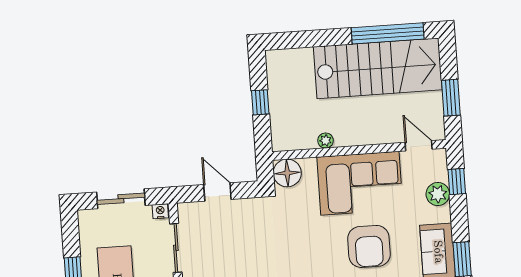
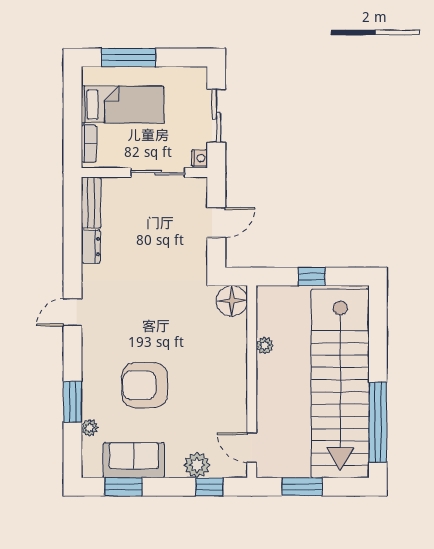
stairs: (378, 68) -> (340, 383), width x1.36
door: (419, 146) -> (252, 448), swing flipped
corner sofa: (360, 183) -> (215, 380), removed

